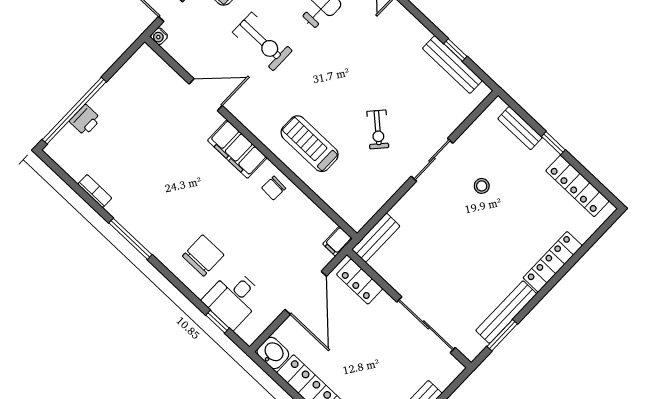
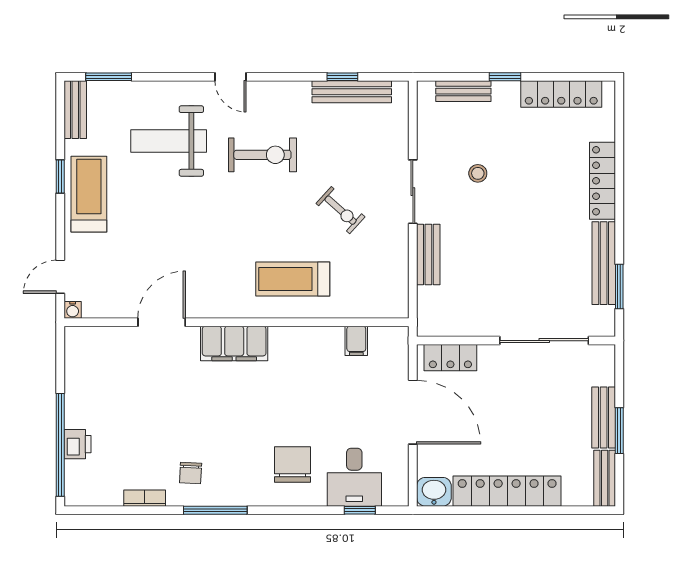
exercise bike: (262, 41) -> (262, 155), moved
chair: (274, 188) -> (191, 473), moved
bench: (376, 238) -> (428, 255), moved
filing cabinet: (337, 241) -> (356, 341), moved

